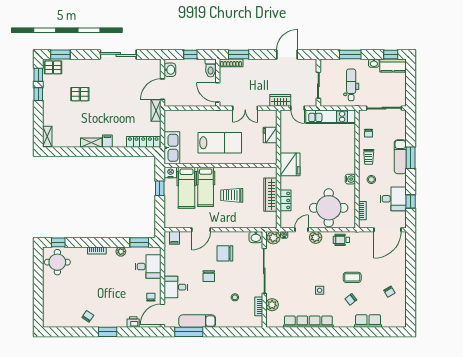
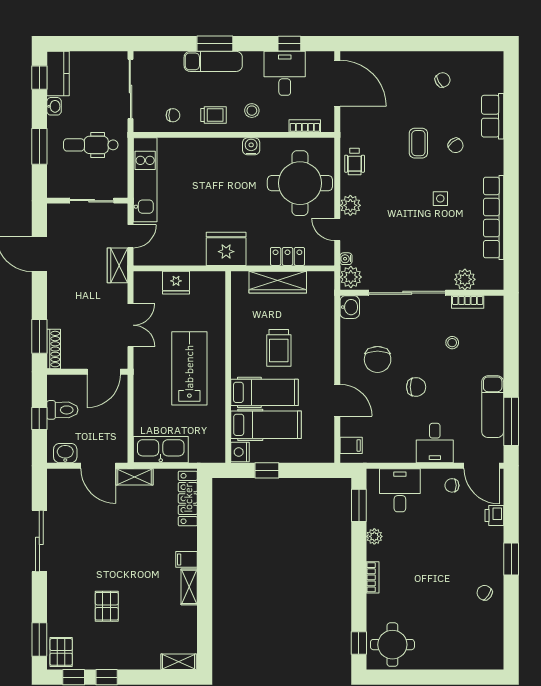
toilet: (211, 68) -> (62, 410), moved
kitchen sink: (172, 148) -> (161, 450), moved

